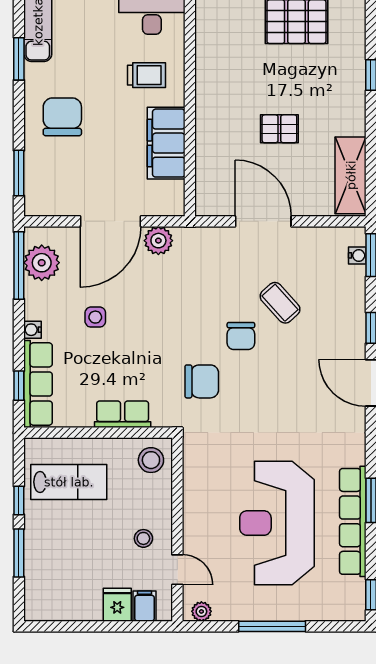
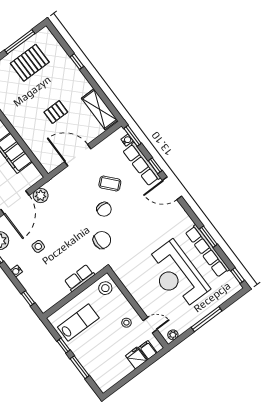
row of seats: (38, 384) -> (142, 164), moved, turned 180

